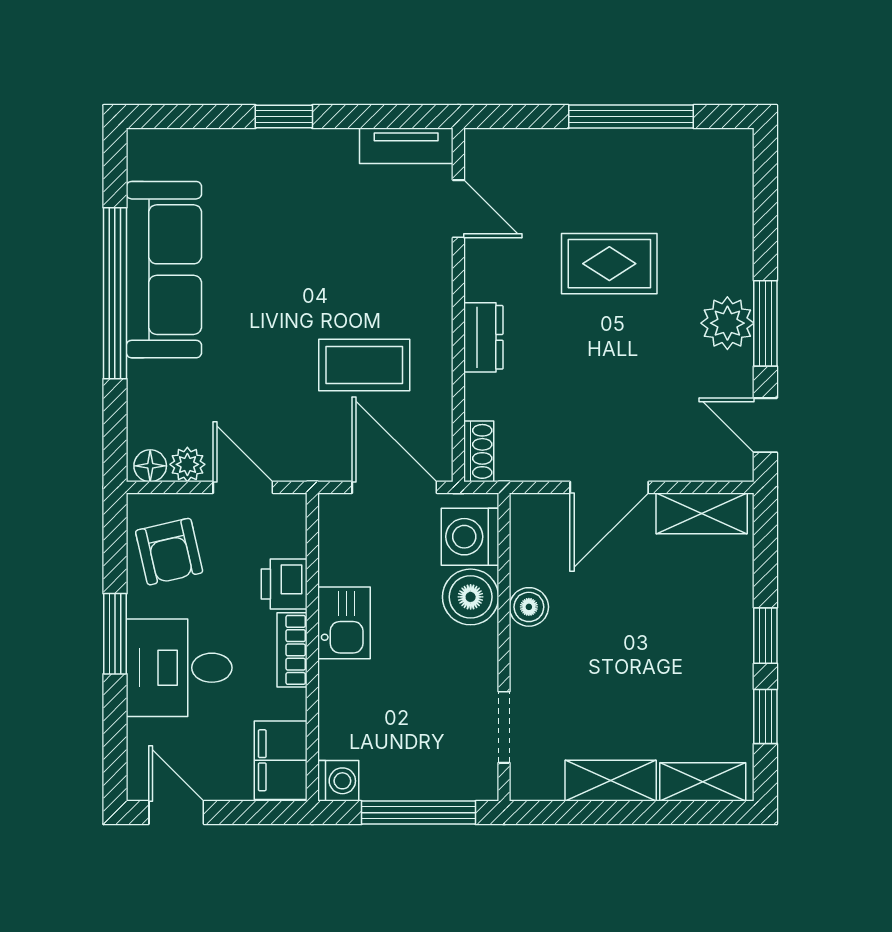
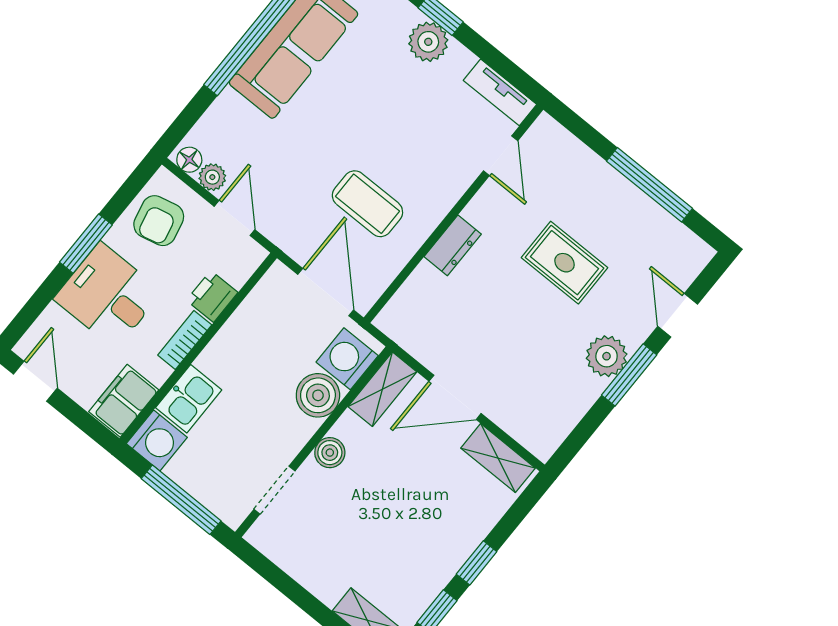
plant: (293, 154) -> (428, 42), added
door: (765, 425) -> (678, 315), moved
shoe rack: (479, 451) -> (394, 312), removed
boiler: (529, 607) -> (330, 453), moved
kitchen sink: (344, 623) -> (189, 399), moved
washing machine: (338, 781) -> (157, 440), width x1.38, depth x1.38
shelving: (611, 781) -> (382, 389), moved, turned 90

